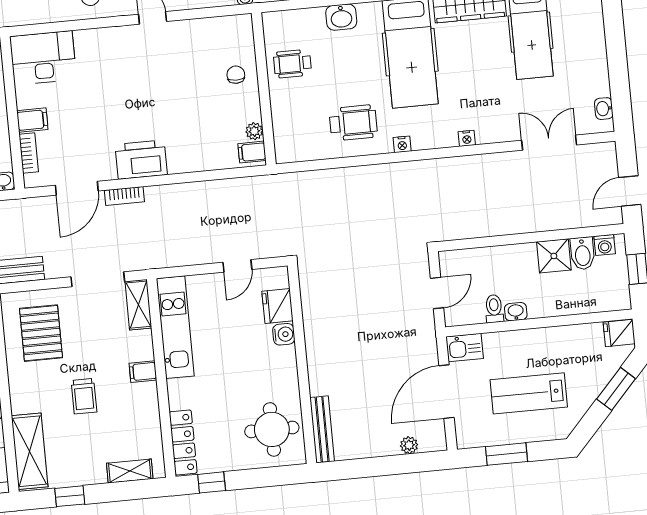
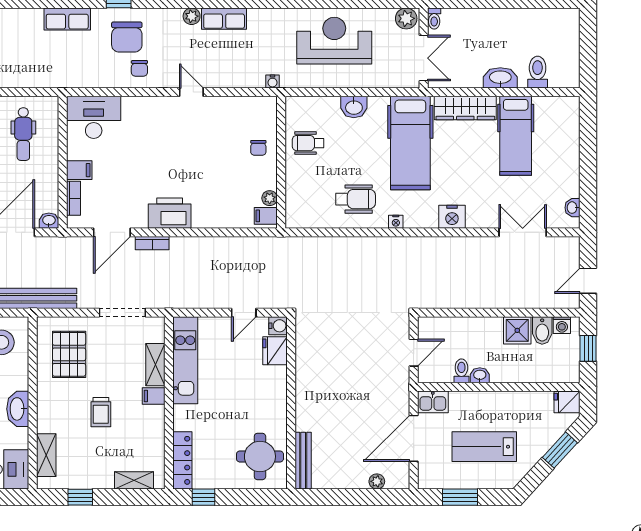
chair: (236, 75) -> (258, 148), turned 180
nightstand: (467, 138) -> (452, 217), width x1.89, depth x1.79
shelving: (138, 305) -> (155, 365), moved
water cooler: (284, 334) -> (278, 326), moved
shelving: (30, 451) -> (46, 455), width x0.67, depth x0.75

